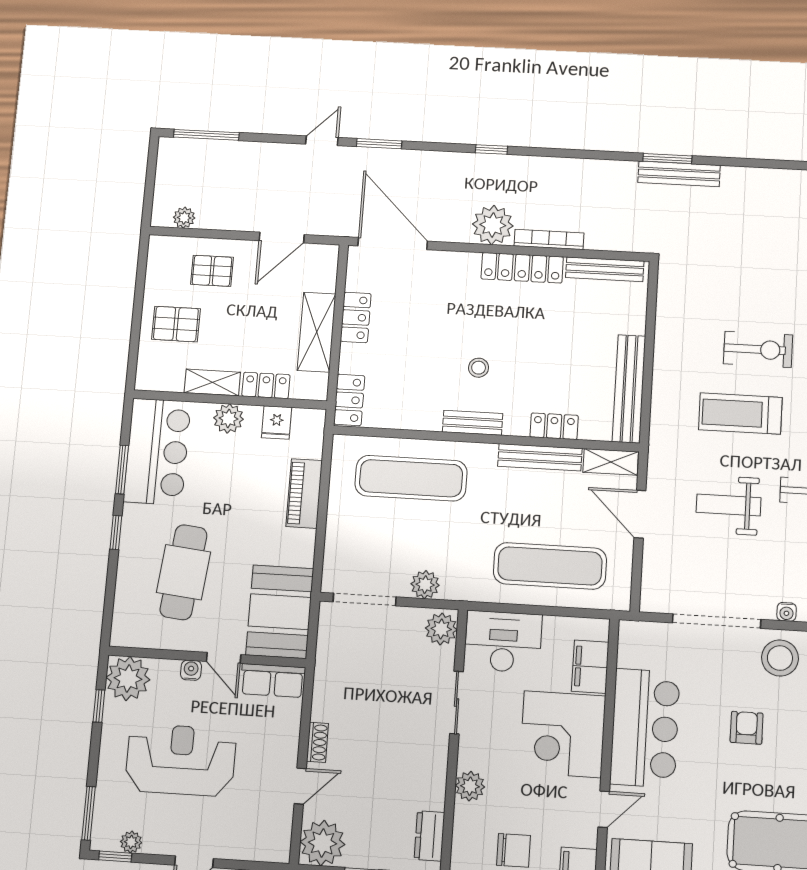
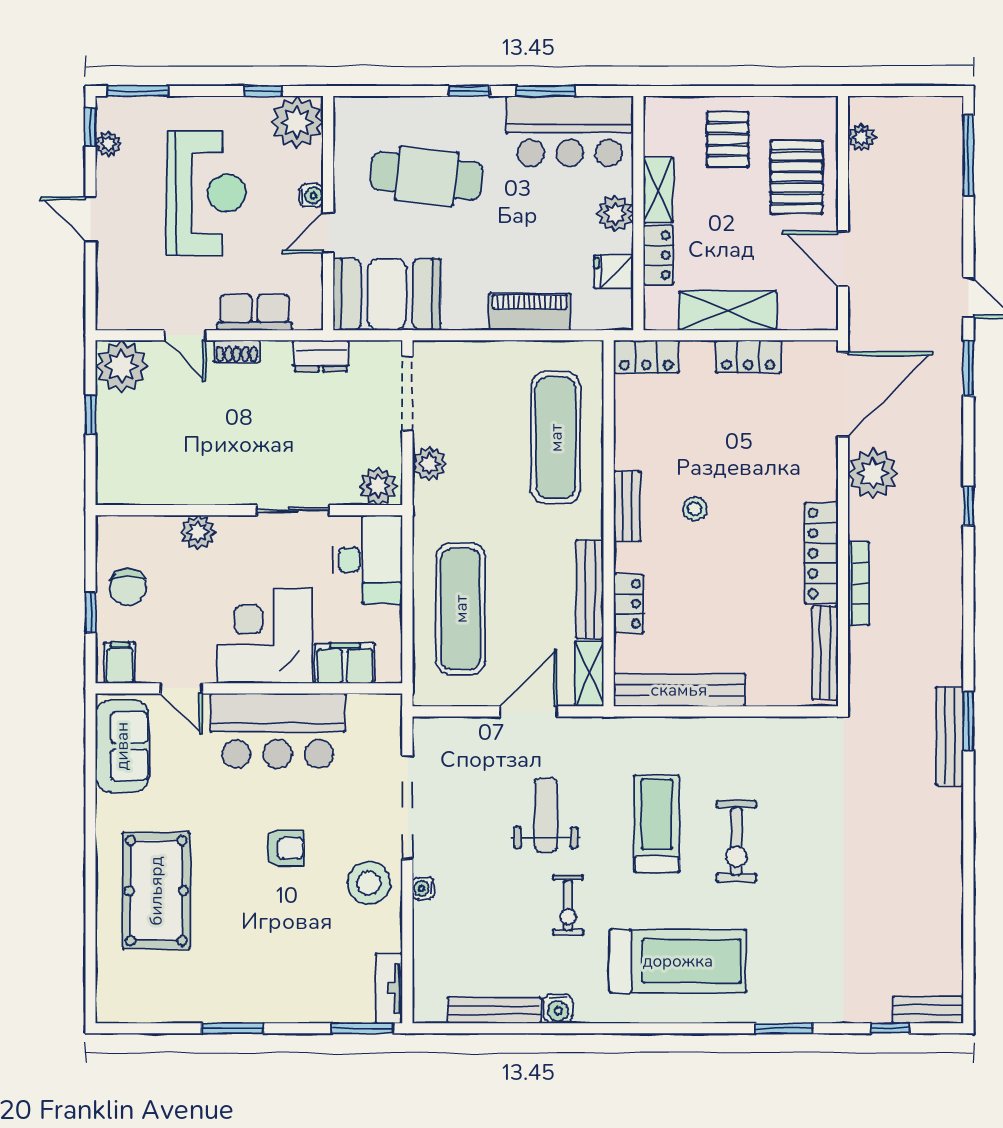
plant: (493, 225) -> (873, 473), moved
pallet: (212, 271) -> (797, 177), width x1.50, depth x1.42
row of seats: (273, 681) -> (255, 312), moved, turned 90
dresser: (429, 836) -> (321, 356), moved, turned 180

